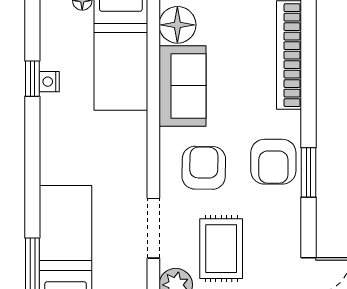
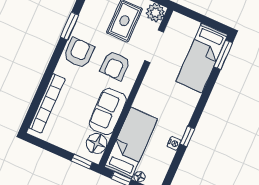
window: (32, 79) -> (187, 136), moved
window: (309, 172) -> (69, 26), moved

